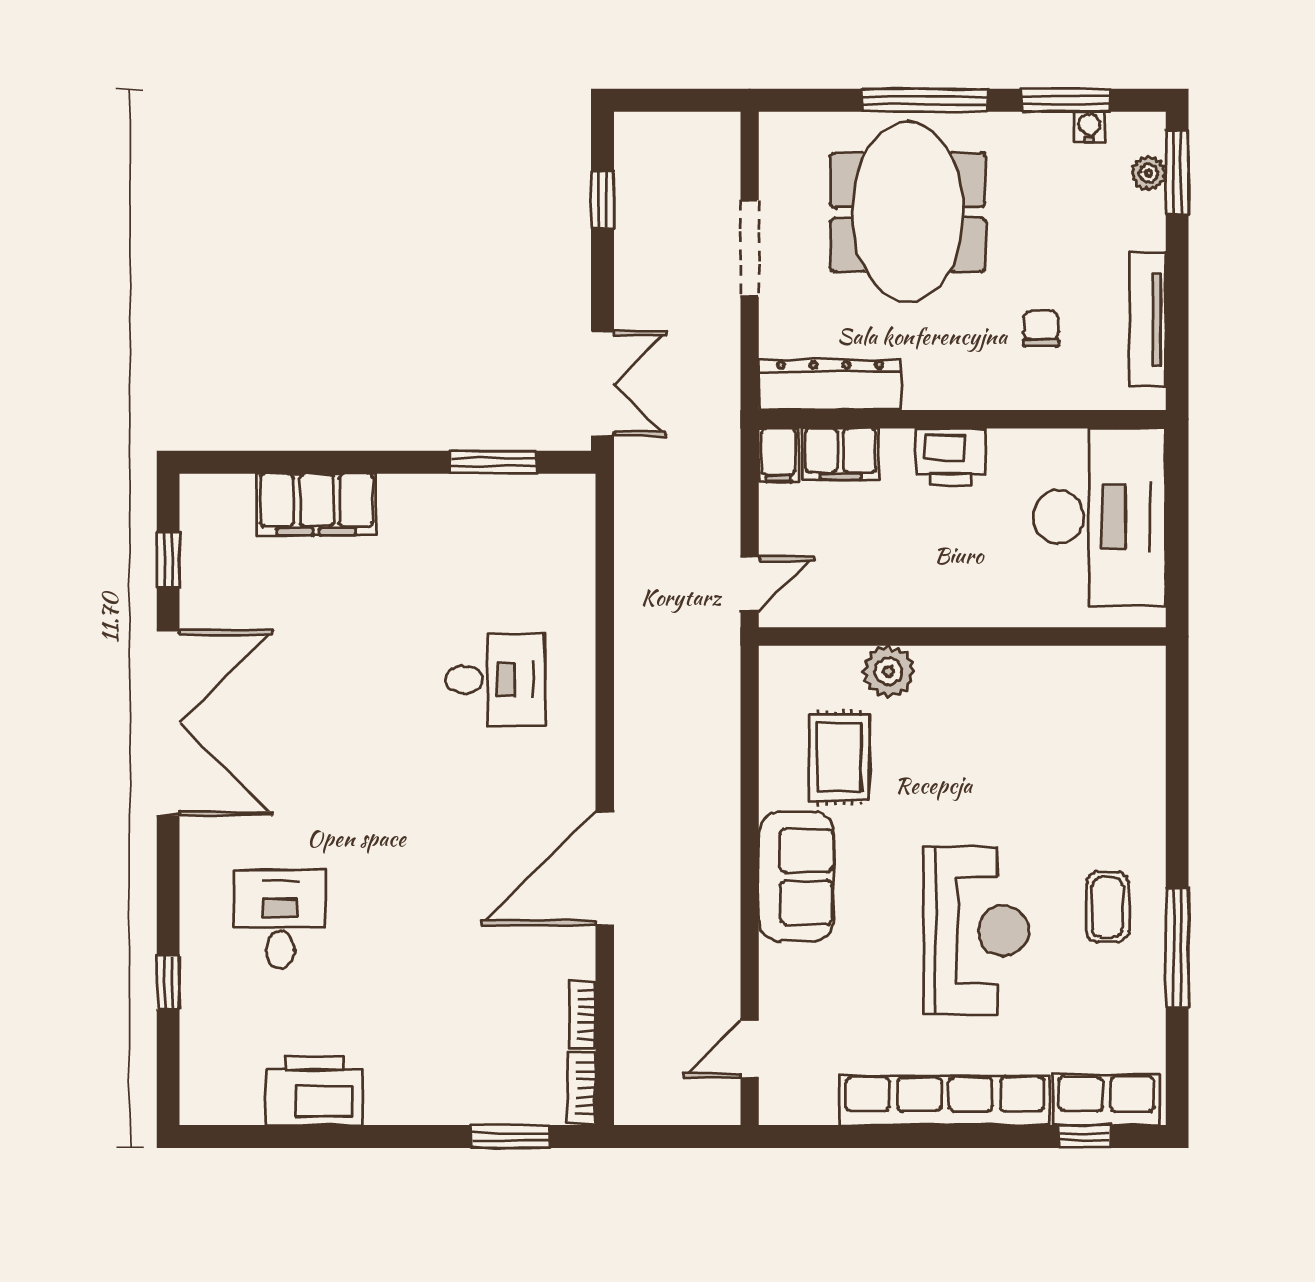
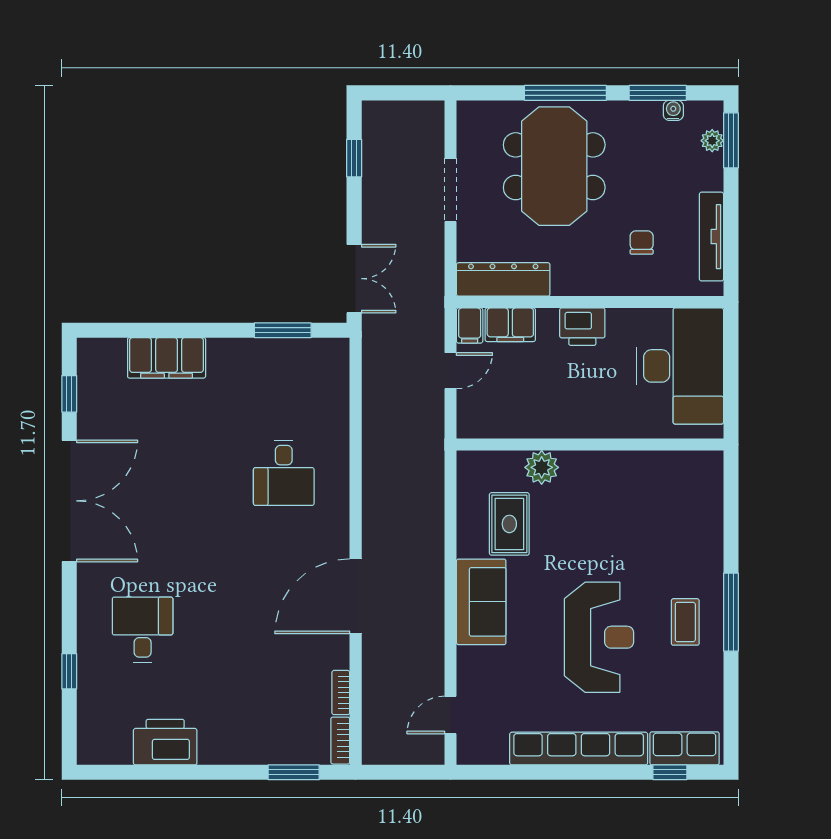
door: (750, 584) -> (451, 371), moved
desk: (495, 680) -> (284, 473), turned 90
window: (1177, 948) -> (731, 612), moved

